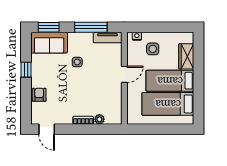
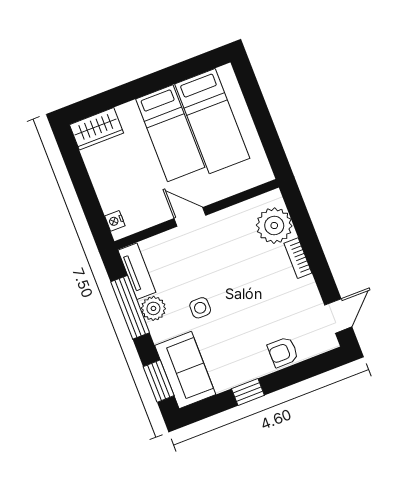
plant: (86, 39) -> (153, 308), added
side table: (153, 49) -> (126, 185), removed
wardrobe: (186, 56) -> (96, 129), moved
plant: (99, 119) -> (274, 226), width x1.88, depth x1.88

